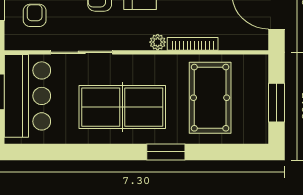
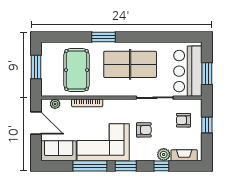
armchair: (35, 15) -> (183, 120), turned 90
plant: (158, 42) -> (55, 104), moved

